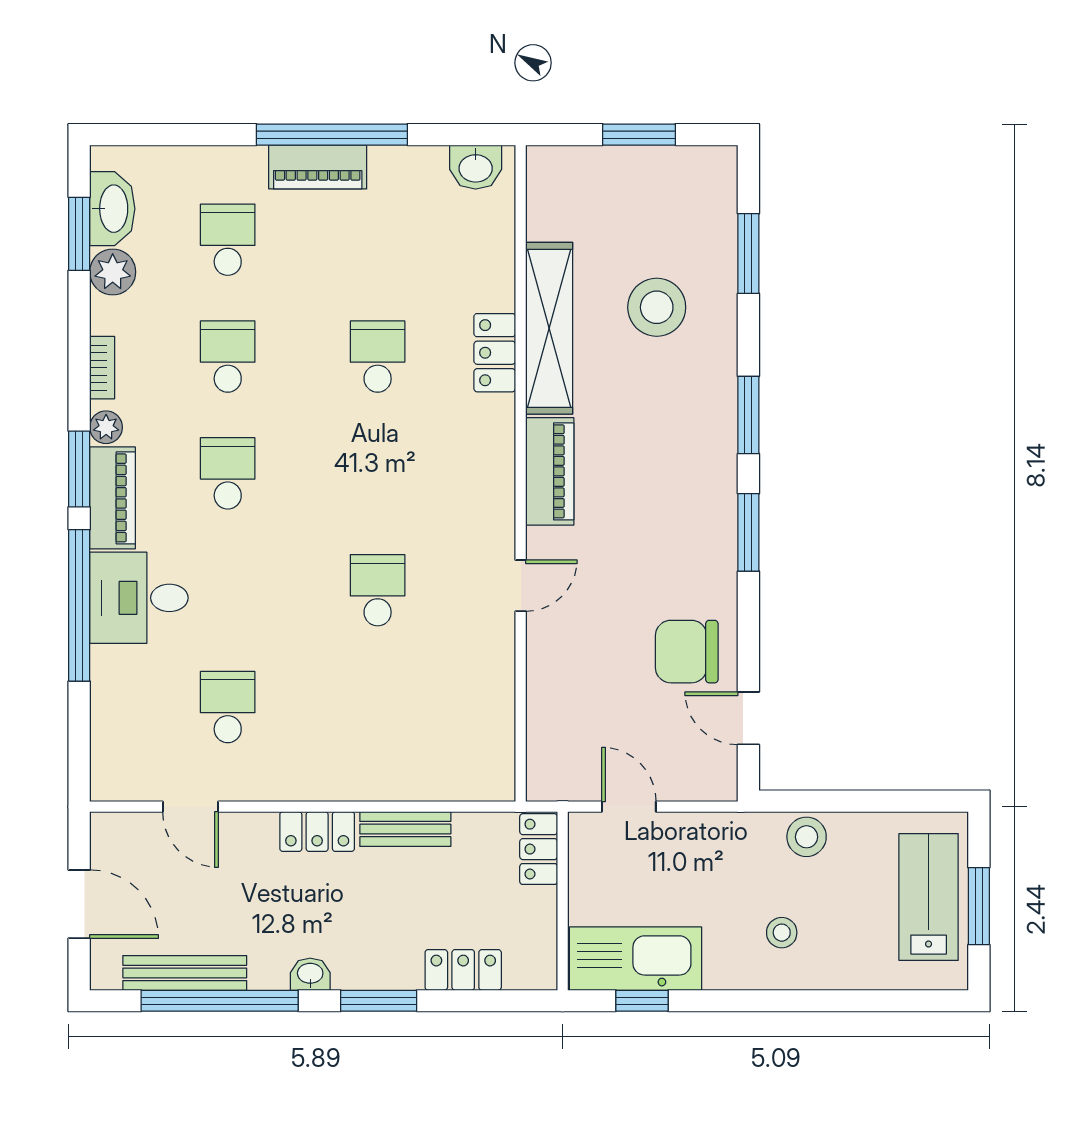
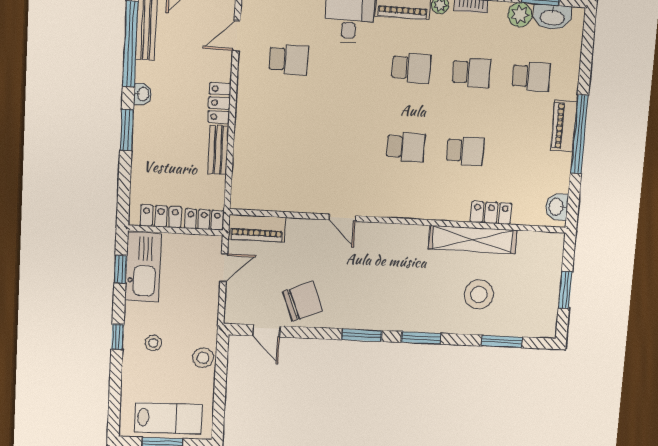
locker: (495, 353) -> (491, 213), moved
piano: (550, 471) -> (257, 228), moved
school desk: (378, 590) -> (406, 147), moved
chair: (687, 652) -> (303, 301), turned 68
door: (748, 718) -> (266, 331), swing flipped
locker: (463, 970) -> (161, 216), moved, turned -90
window: (773, 1001) -> (117, 337), added

